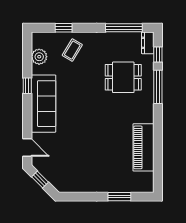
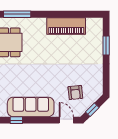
door: (27, 148) -> (66, 120), hinge flipped
armchair: (61, 159) -> (75, 92), added

